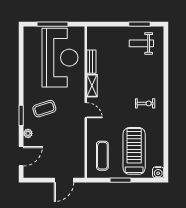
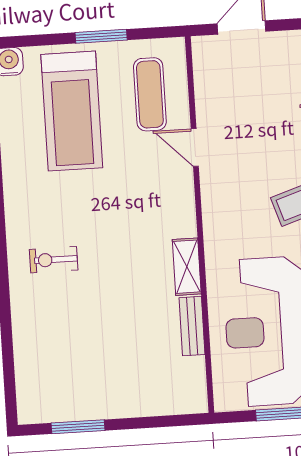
weight bench: (141, 43) -> (70, 379), removed
exercise bike: (145, 103) -> (54, 260), moved
door: (86, 110) -> (195, 147), moved

